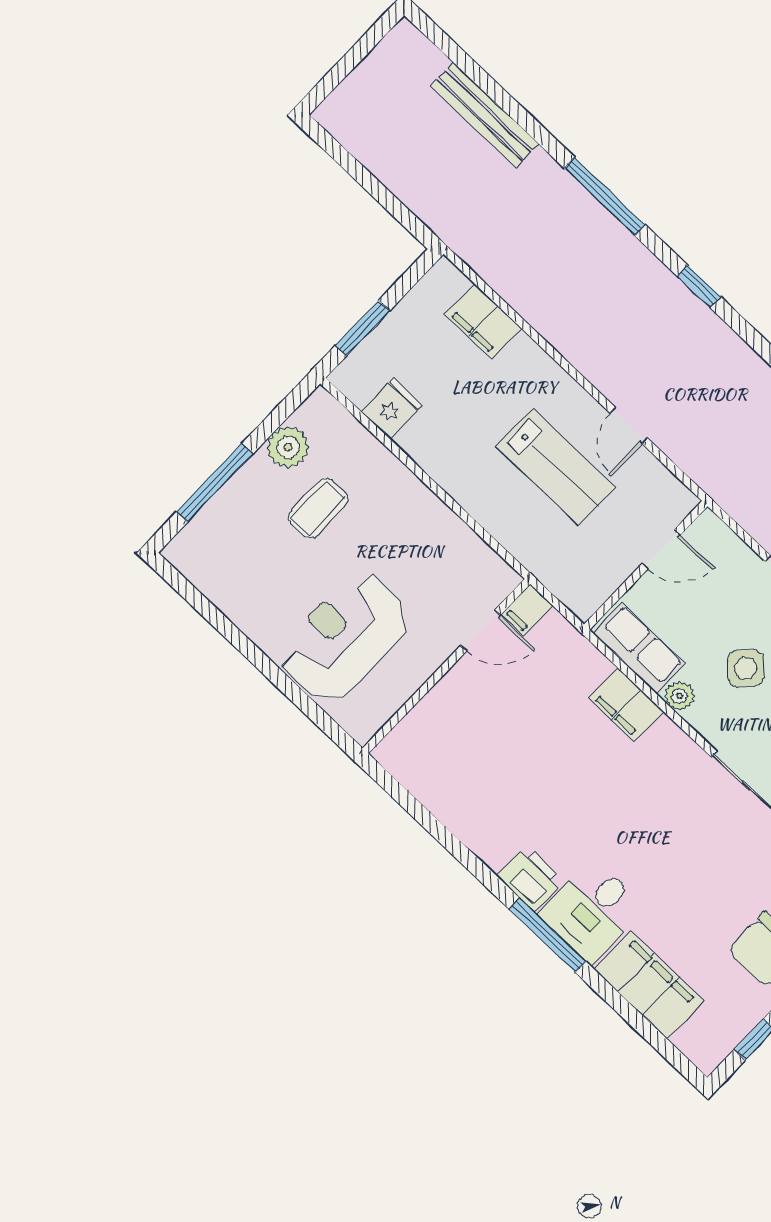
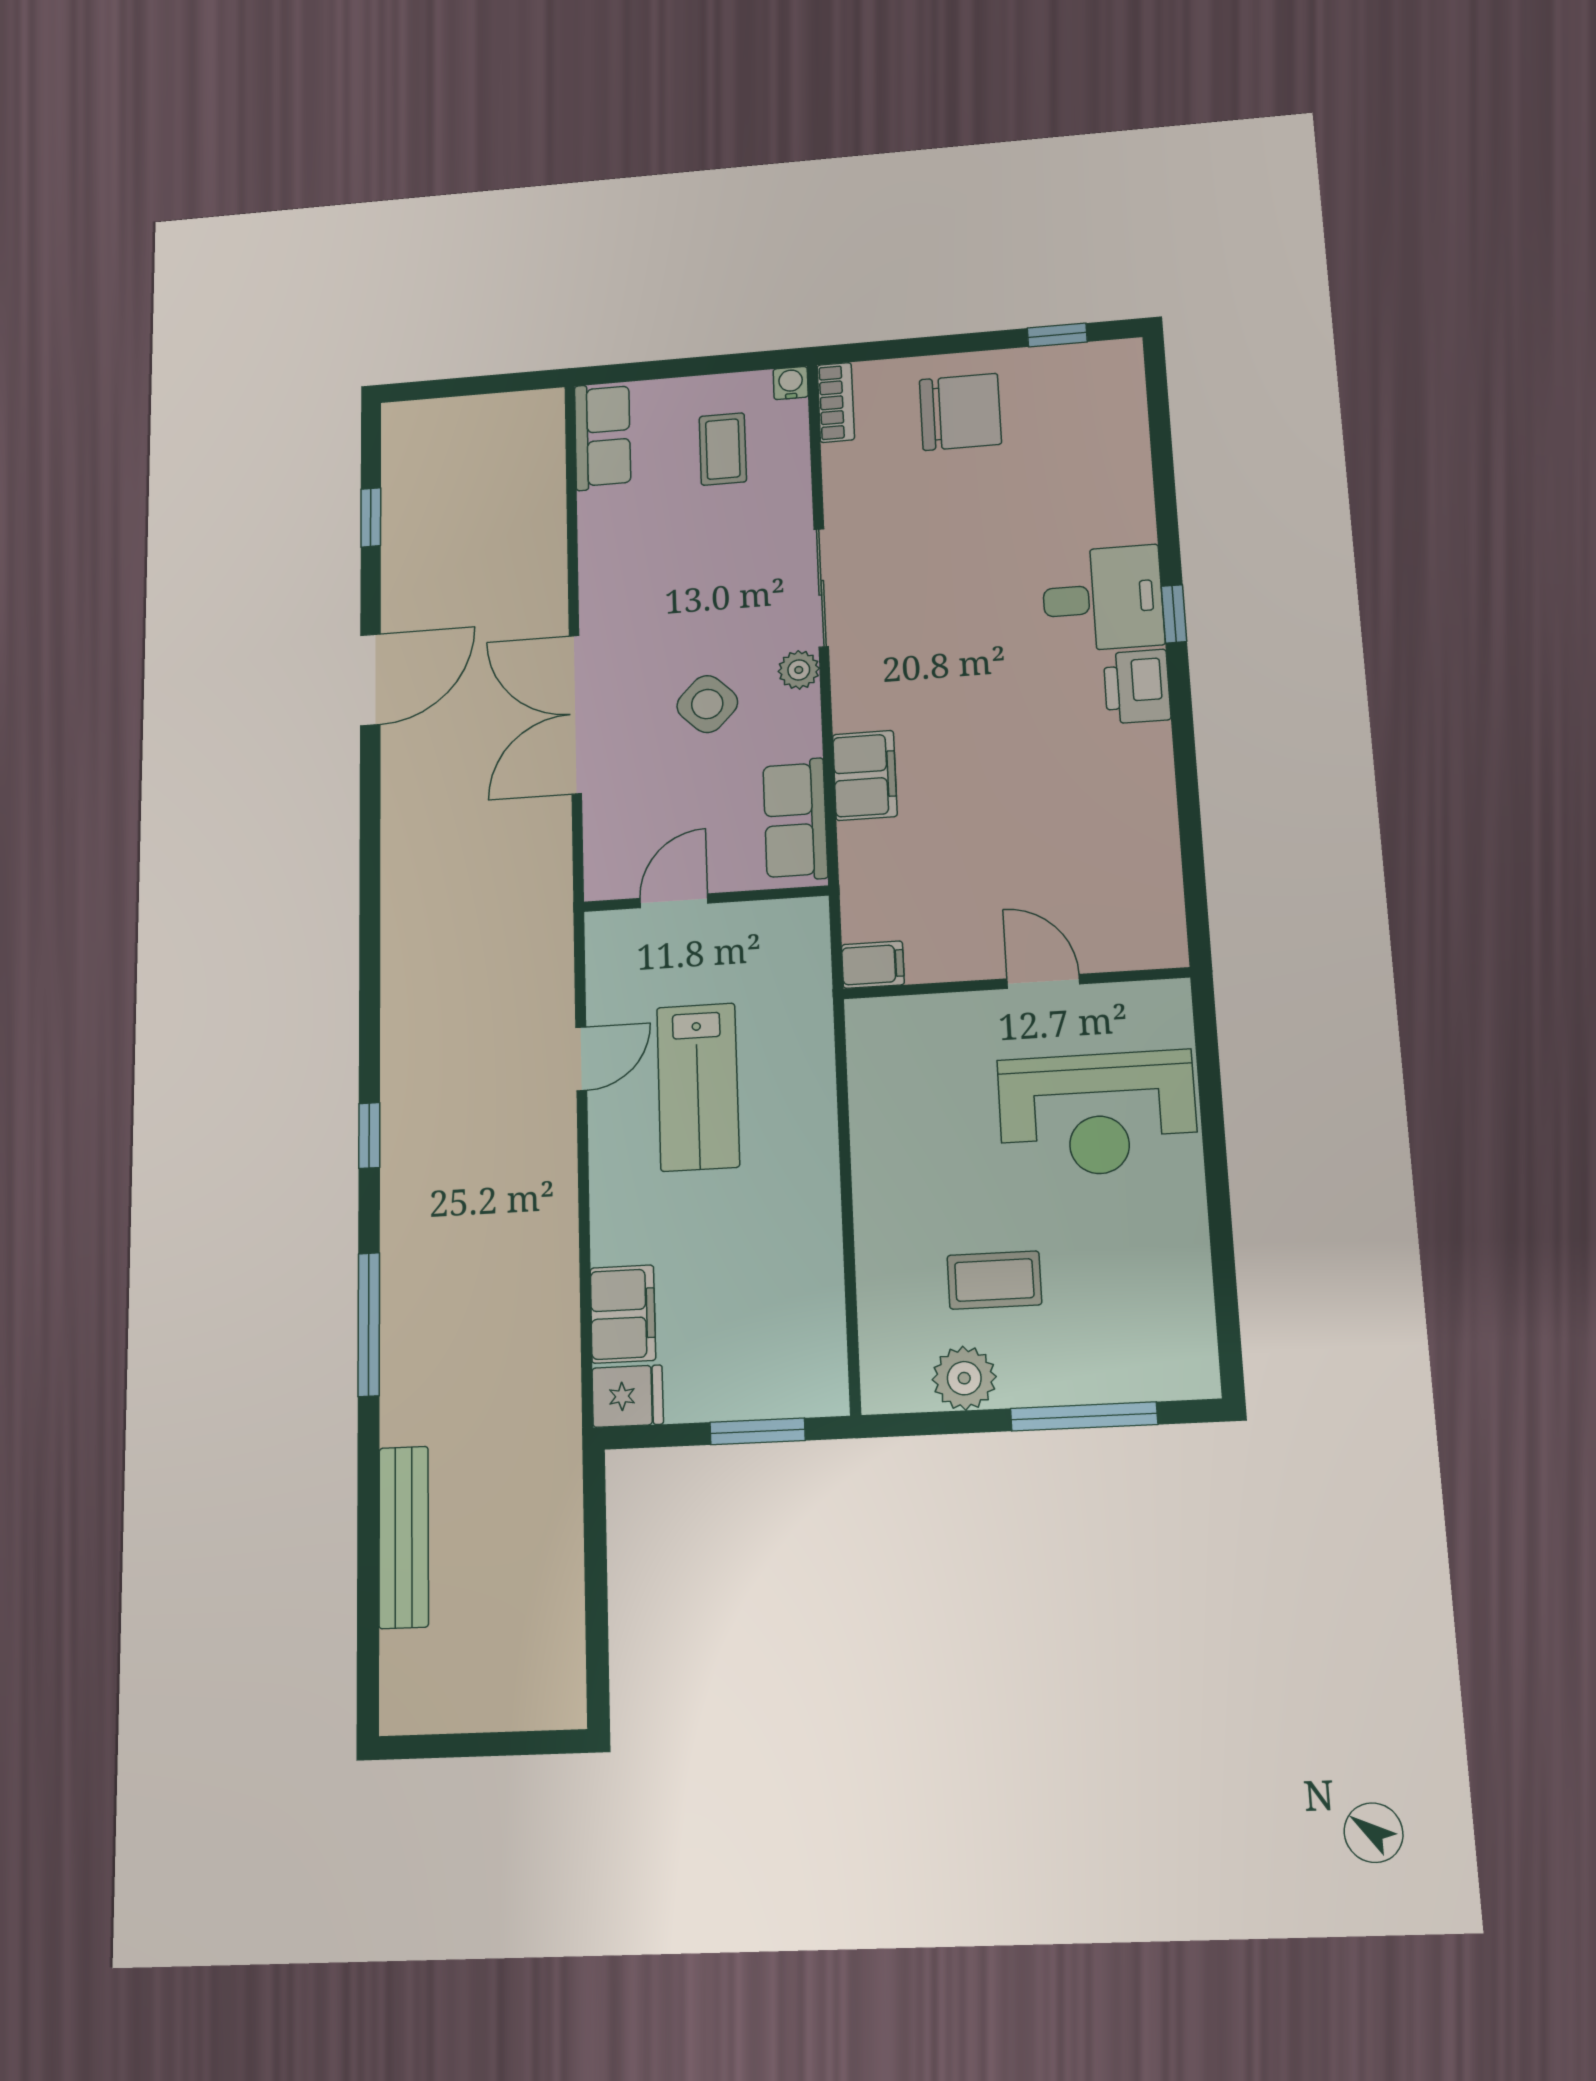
fridge: (392, 409) -> (628, 1396), moved, turned 180
lab bench: (555, 467) -> (698, 1087), turned 180
door: (661, 549) -> (674, 901), hinge flipped
door: (480, 631) -> (1043, 981), moved
plant: (680, 696) -> (799, 670), moved
window: (548, 935) -> (1174, 614), width x0.46
filing cabinet: (649, 985) -> (1115, 476), removed

